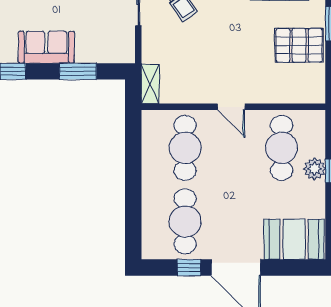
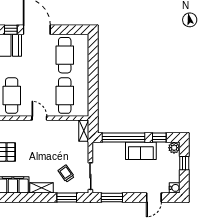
window: (78, 71) -> (124, 138), width x2.11
window: (189, 268) -> (11, 30), moved

